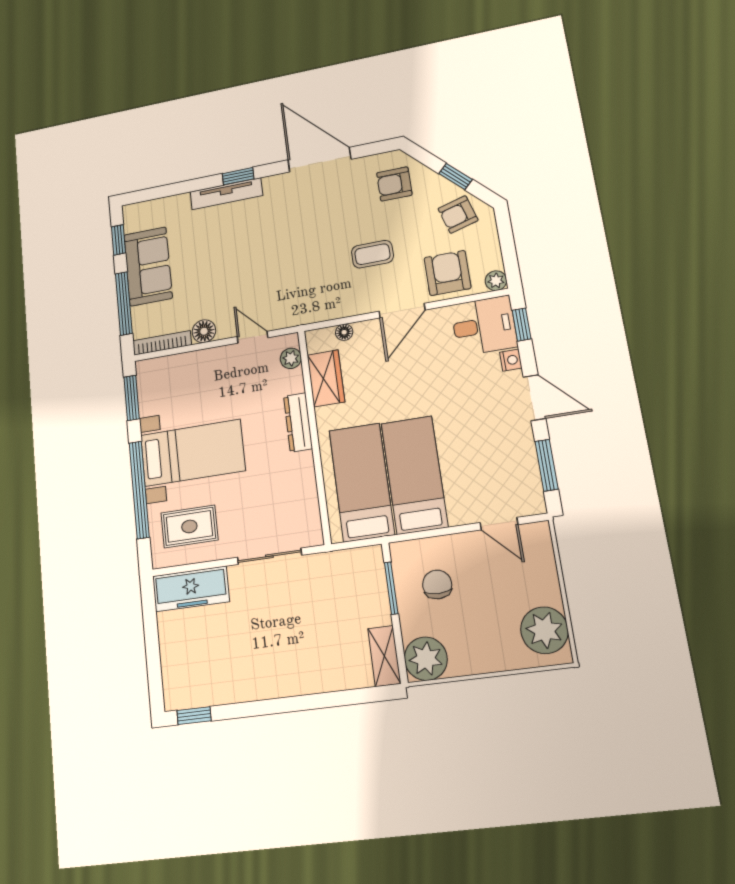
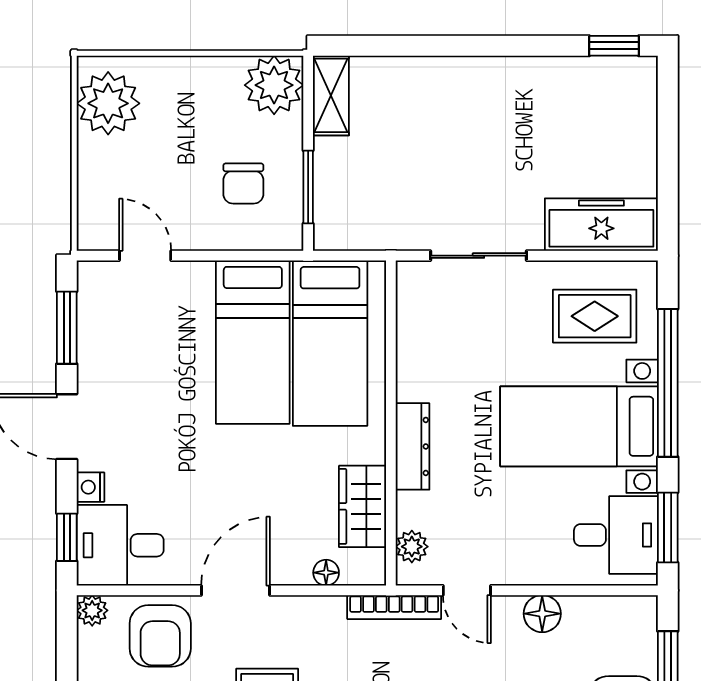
bookcase: (162, 343) -> (394, 607), moved
desk: (163, 388) -> (616, 535), added

